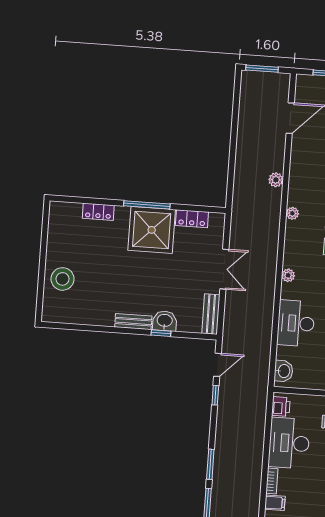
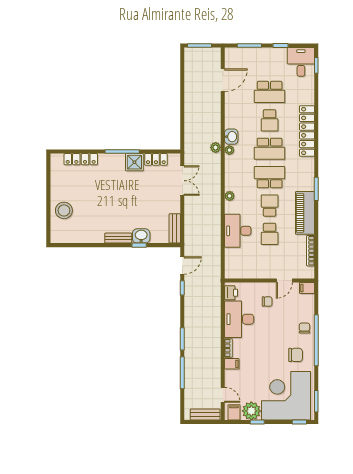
plant: (276, 180) -> (216, 147), moved
locker: (98, 212) -> (81, 159), width x1.53
shower: (152, 230) -> (134, 162), width x0.54, depth x0.54
double door: (224, 269) -> (182, 181), moved
washbasin: (284, 371) -> (231, 137), moved

